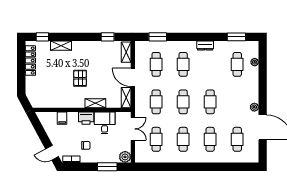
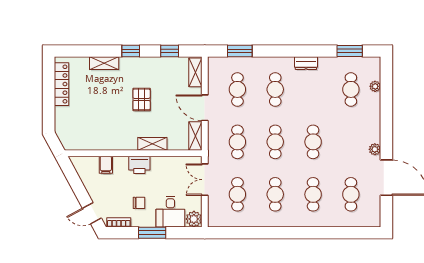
window: (42, 37) -> (131, 51), moved
pallet: (80, 78) -> (142, 99), moved
desk: (105, 123) -> (170, 212), moved, turned 180
double door: (133, 129) -> (205, 180), swing flipped
window: (107, 167) -> (152, 233), moved

